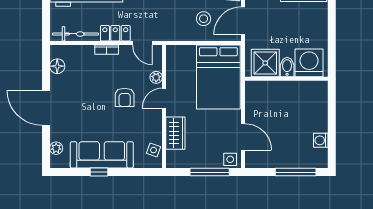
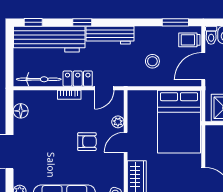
stool: (204, 19) -> (152, 61), moved
door: (142, 43) -> (104, 88), hinge flipped
armchair: (125, 97) -> (87, 142), turned -90

